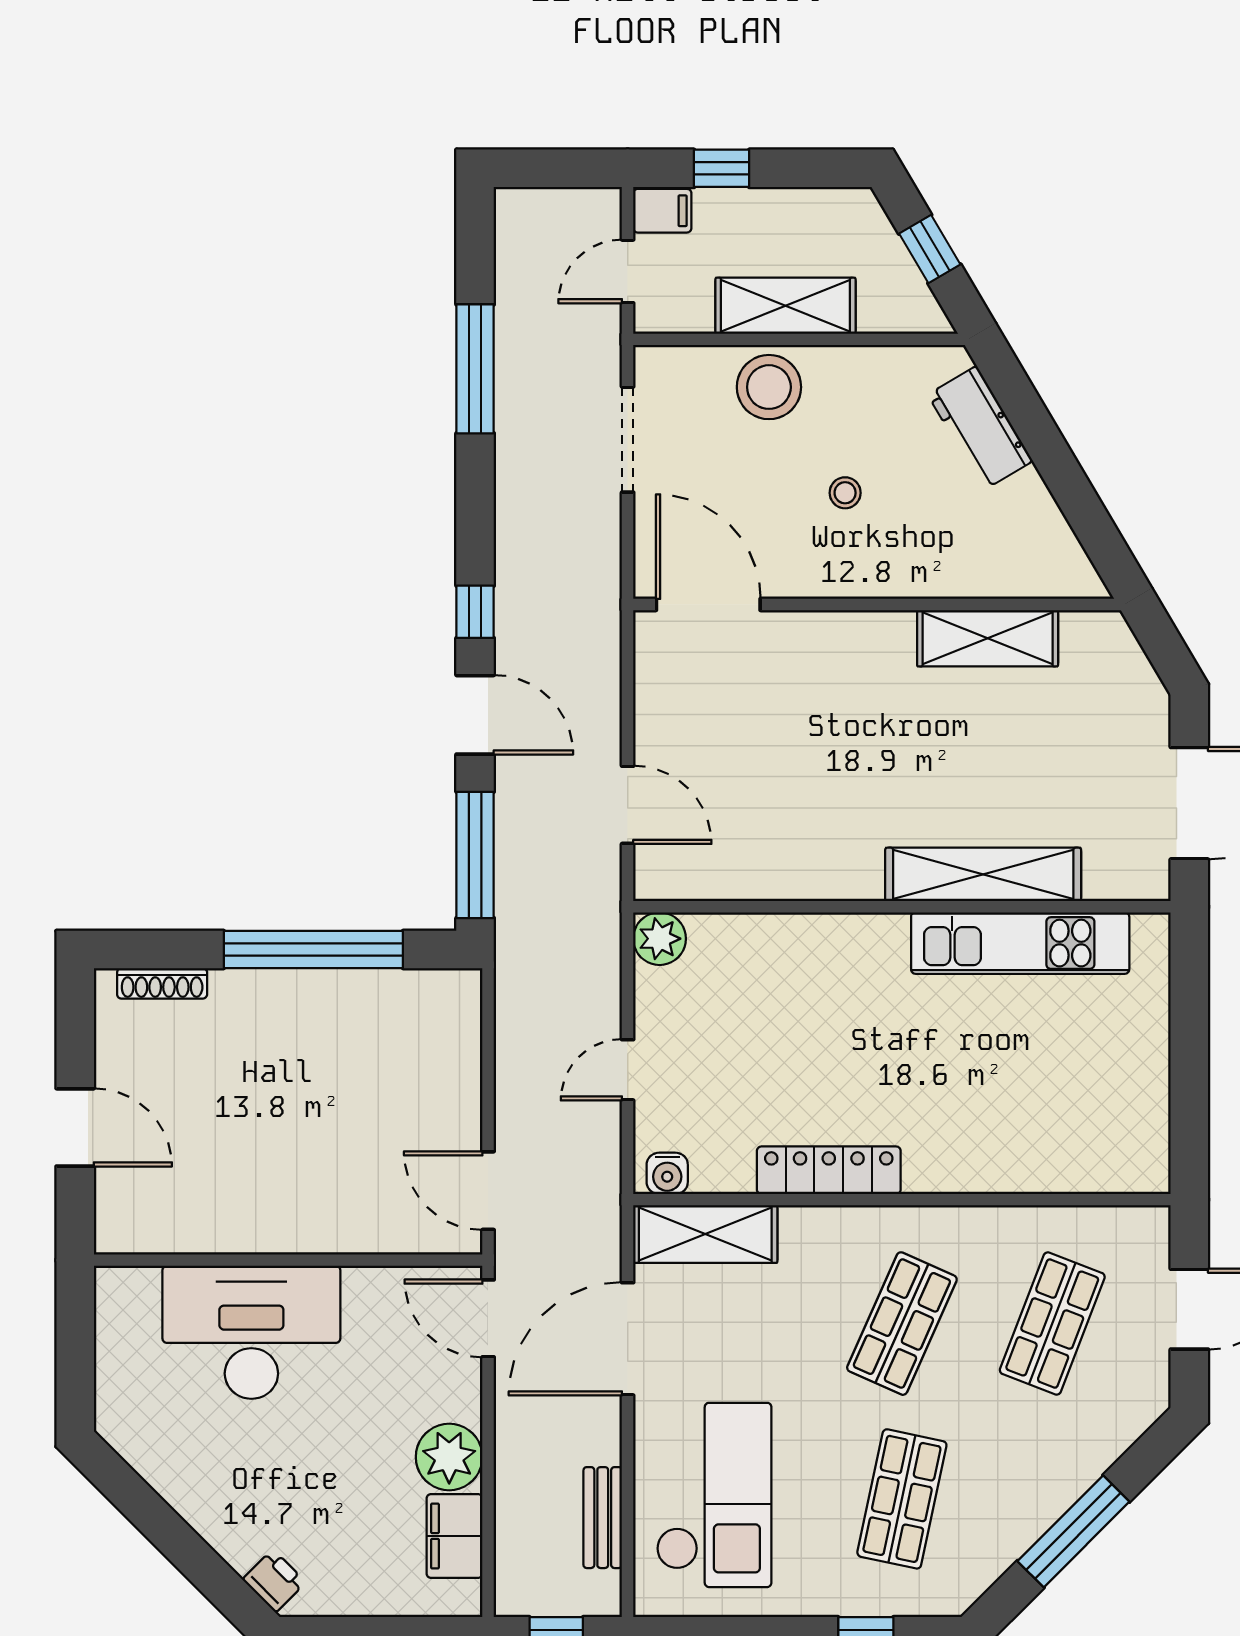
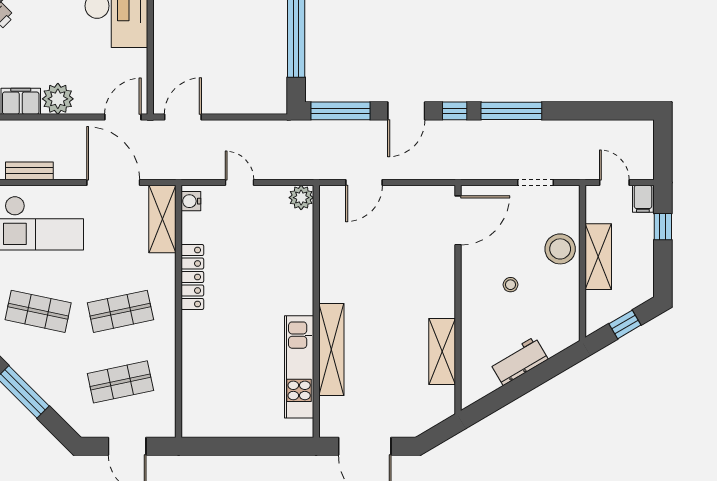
window: (475, 369) -> (511, 111), moved
workbench: (980, 428) -> (519, 361), moved
doorway: (628, 440) -> (535, 183), width x0.73
shop shelf: (902, 1324) -> (120, 311), turned -36
shop shelf: (1052, 1324) -> (120, 382), turned -33

